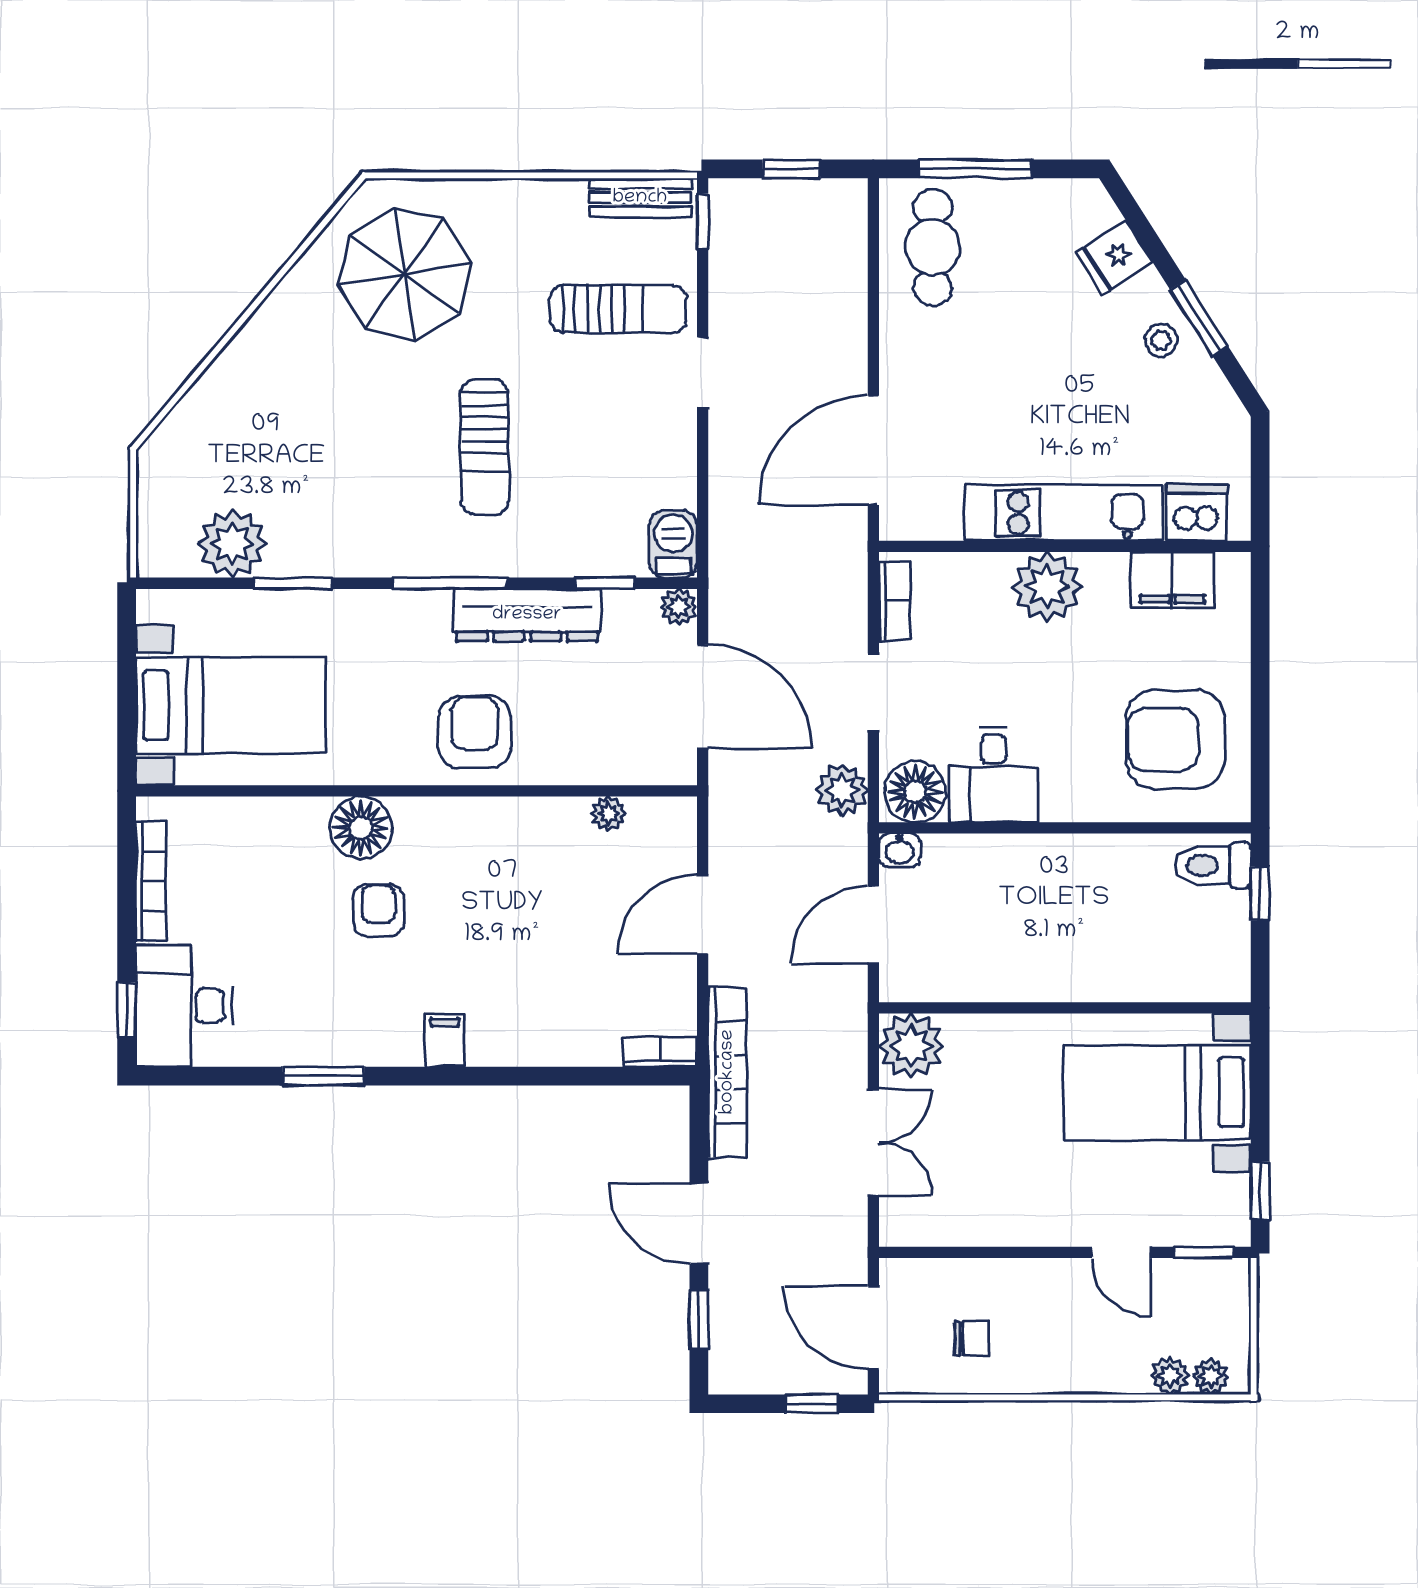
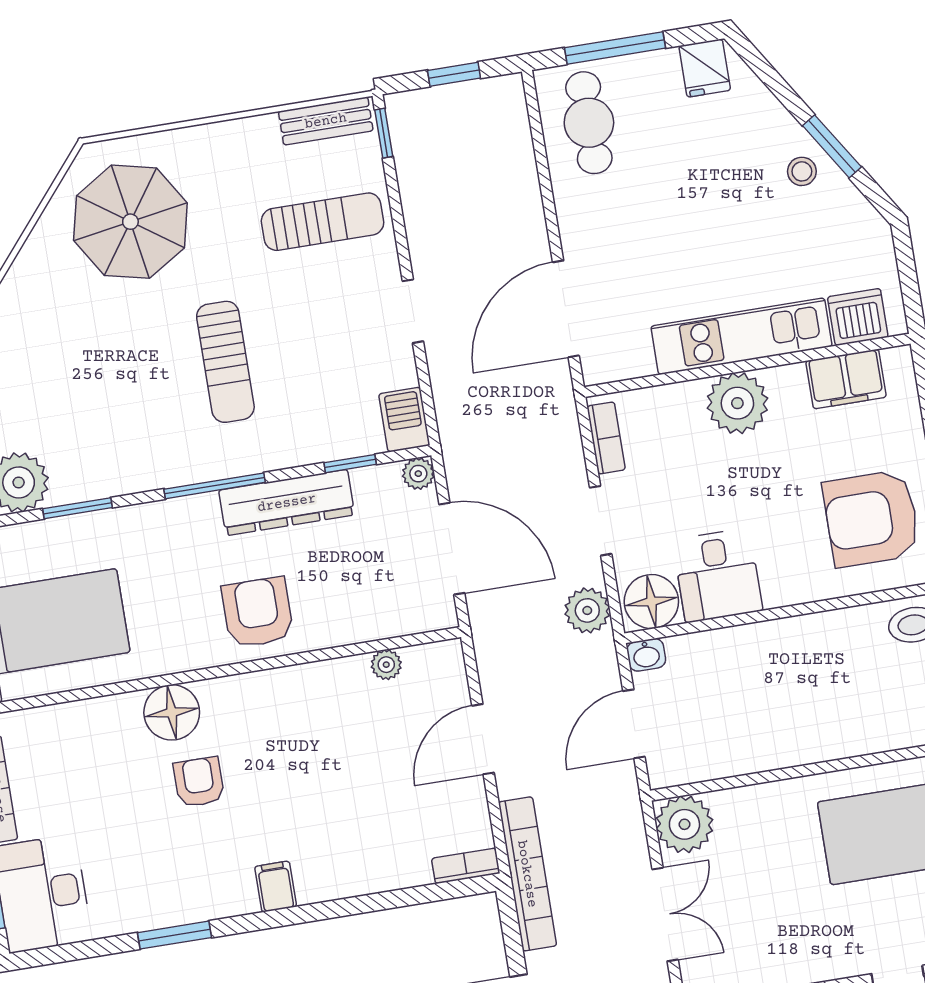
fridge: (1114, 257) -> (705, 68), moved, turned -57
doorway: (703, 373) -> (413, 311), moved

